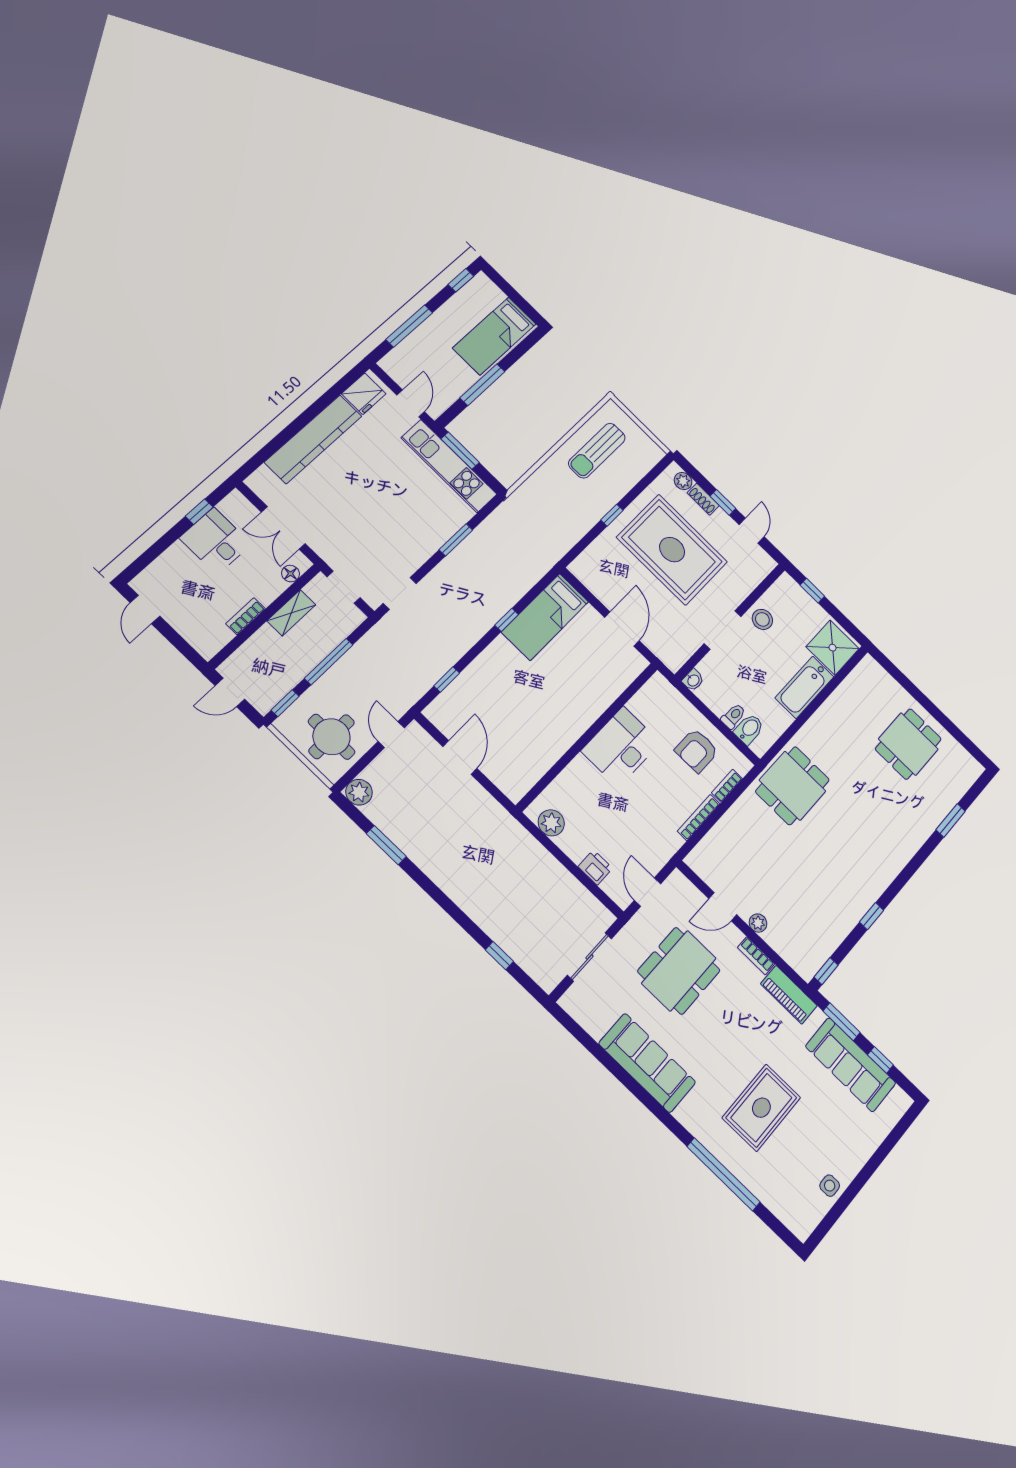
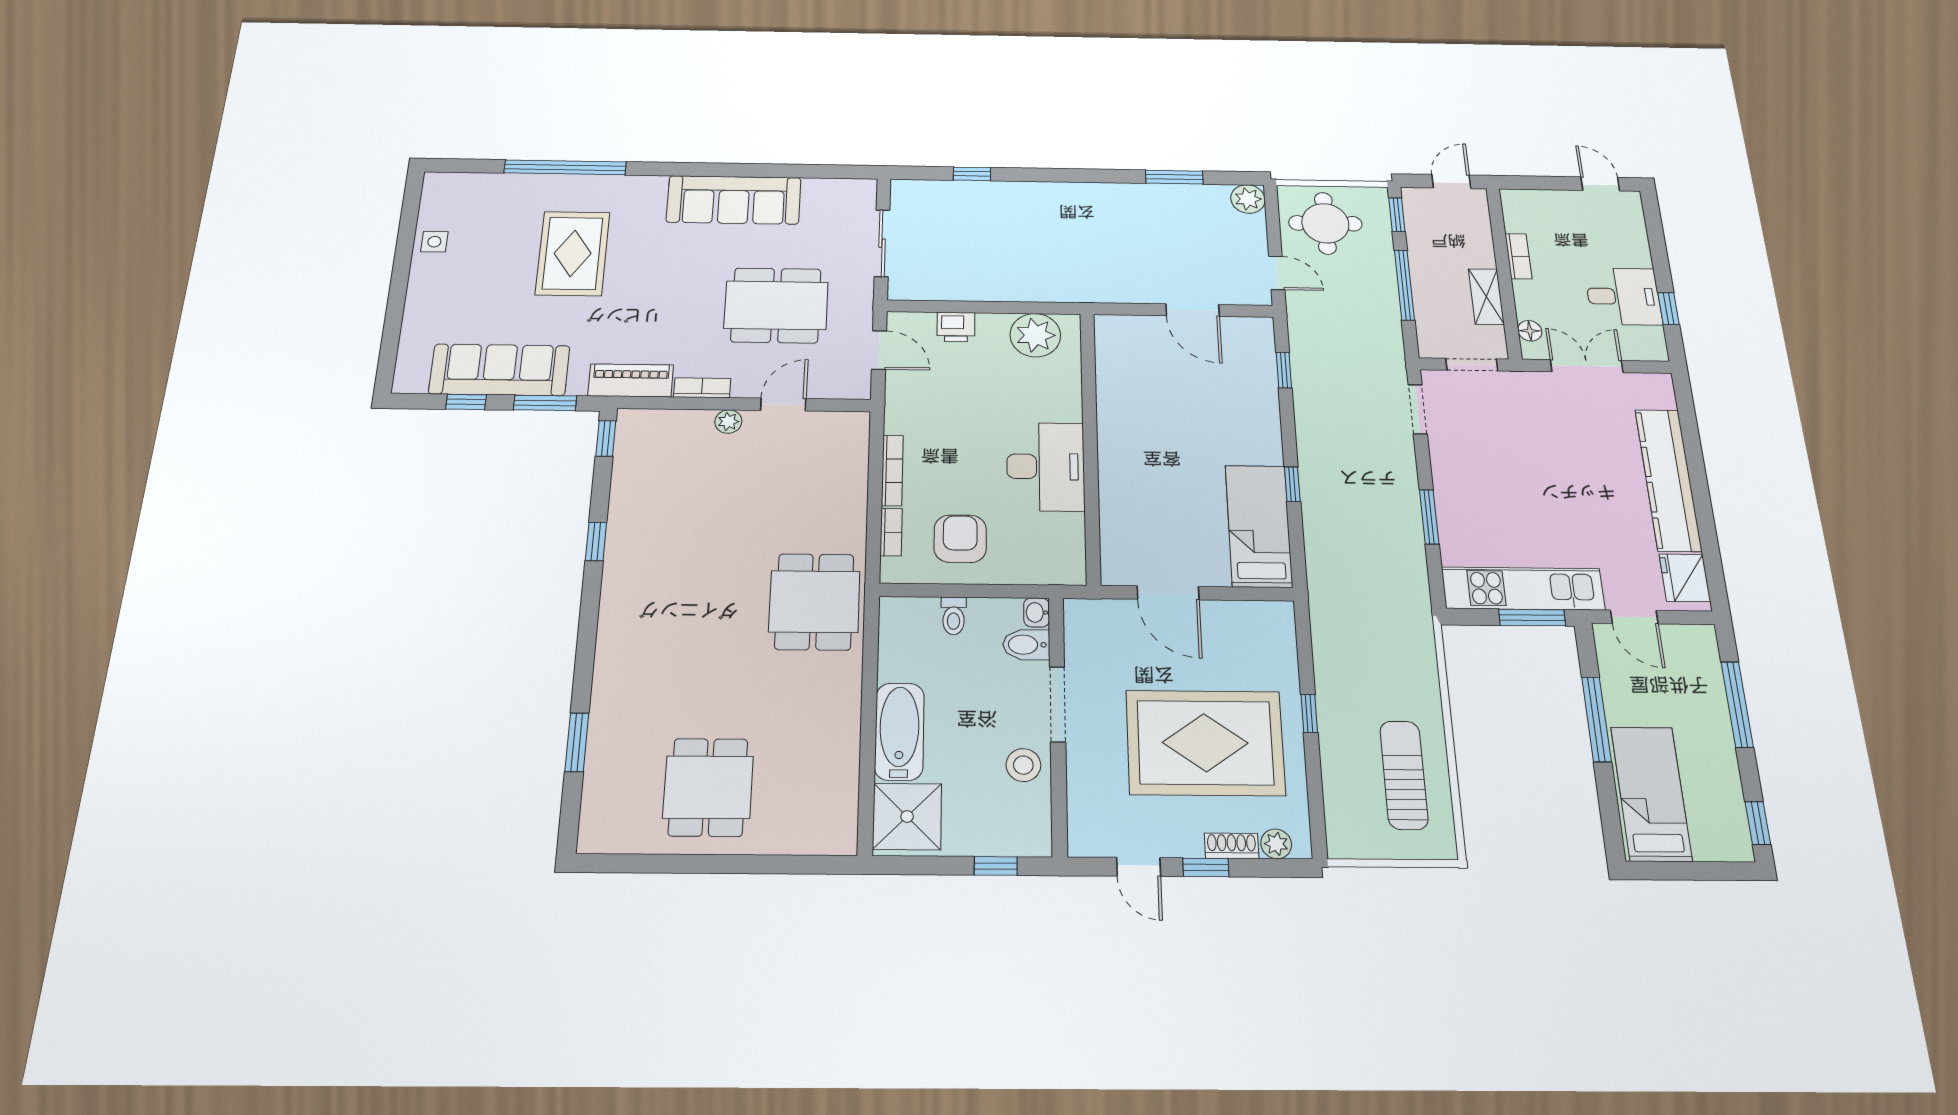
bidet: (749, 729) -> (1026, 645), moved, turned 90
plant: (551, 823) -> (1035, 335), width x1.36, depth x1.36
dining table: (679, 971) -> (776, 305), turned 90

